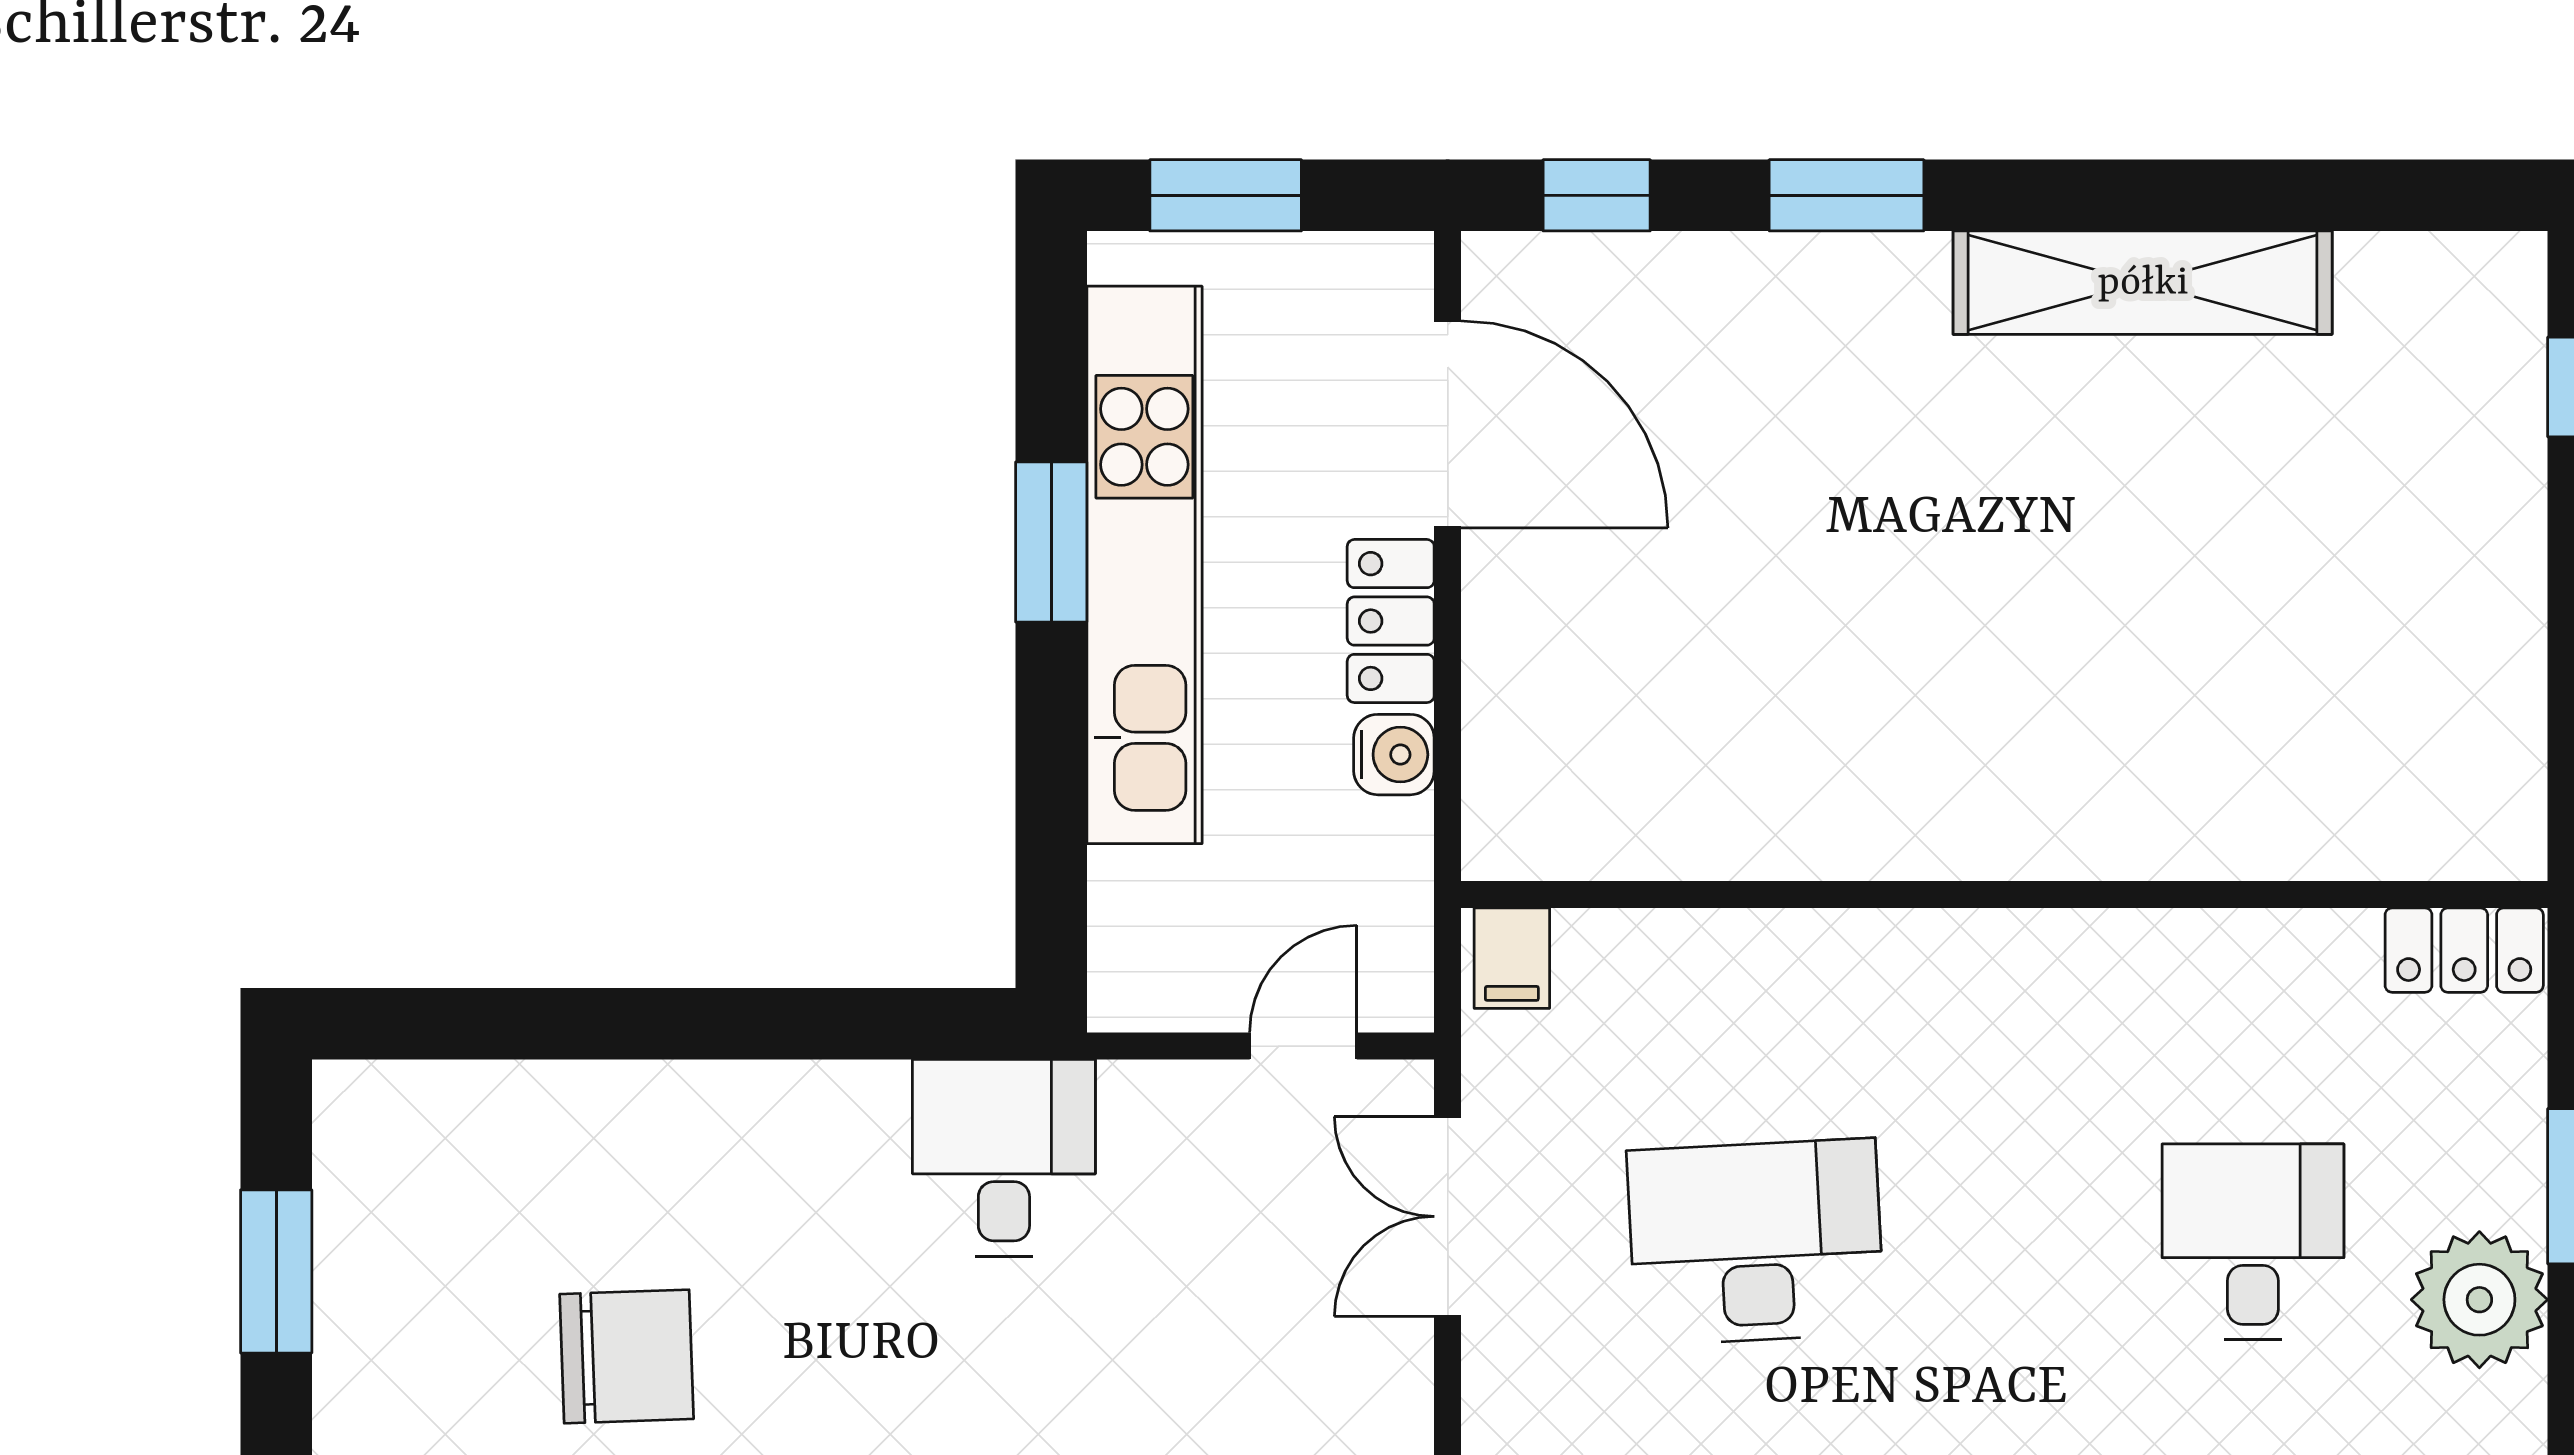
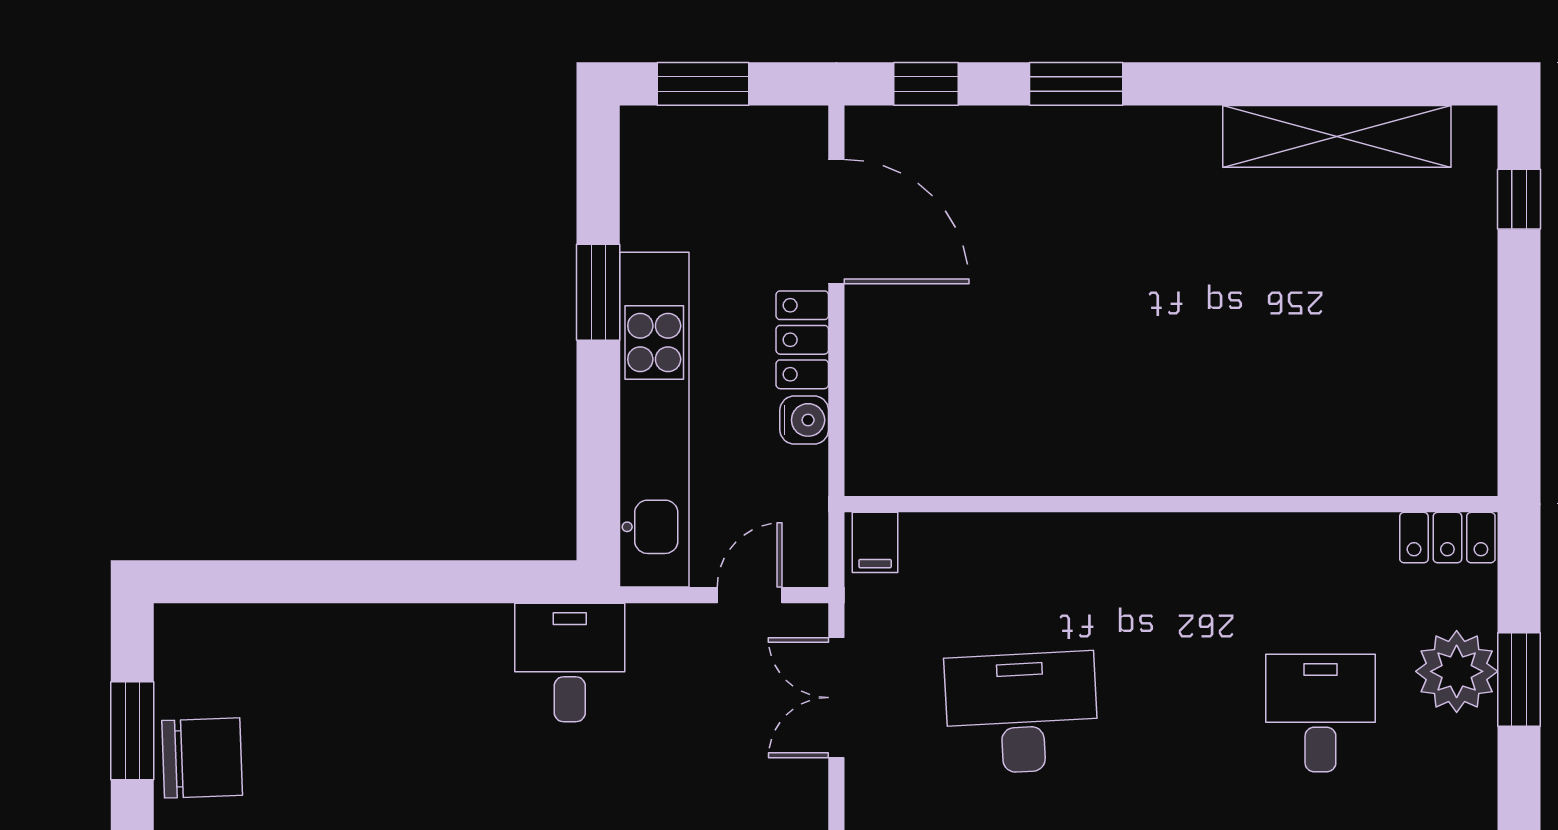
shelving: (2143, 283) -> (1337, 136), moved
kitchen unit: (1144, 565) -> (654, 420), moved
plant: (2479, 1300) -> (1457, 671), moved
chair: (627, 1356) -> (202, 758), moved

